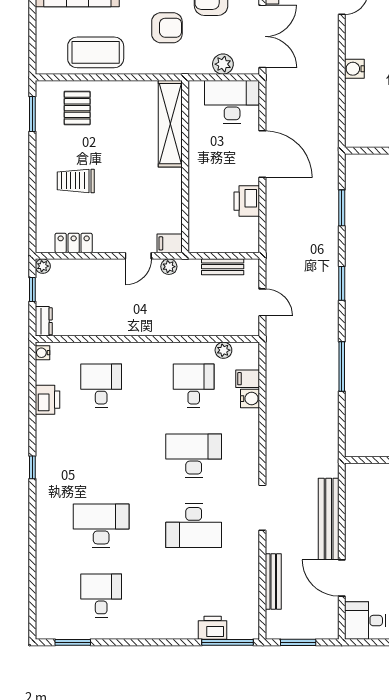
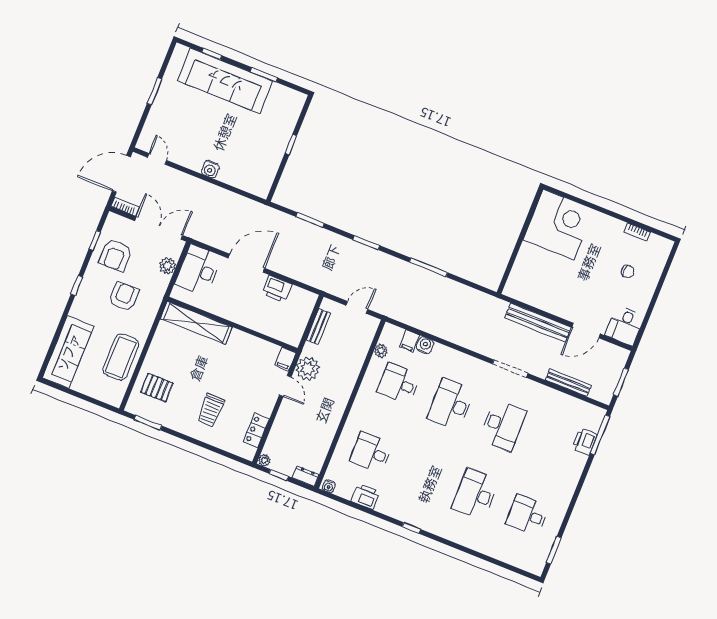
plant: (169, 267) -> (308, 369), width x1.87, depth x1.87

